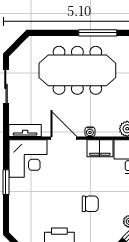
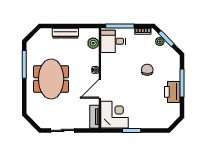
meeting table: (77, 70) -> (51, 79), width x0.73
filing cabinet: (100, 148) -> (107, 63), removed

